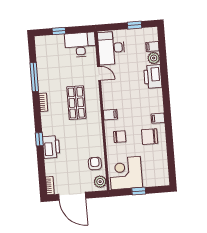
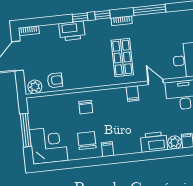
door: (99, 73) -> (156, 82), swing flipped
shop shelf: (76, 103) -> (122, 58), turned 90
filing cabinet: (110, 115) -> (132, 94), moved
window: (38, 119) -> (102, 15), added
corner desk: (126, 173) -> (49, 145), moved
window: (139, 191) -> (26, 130), width x2.17

